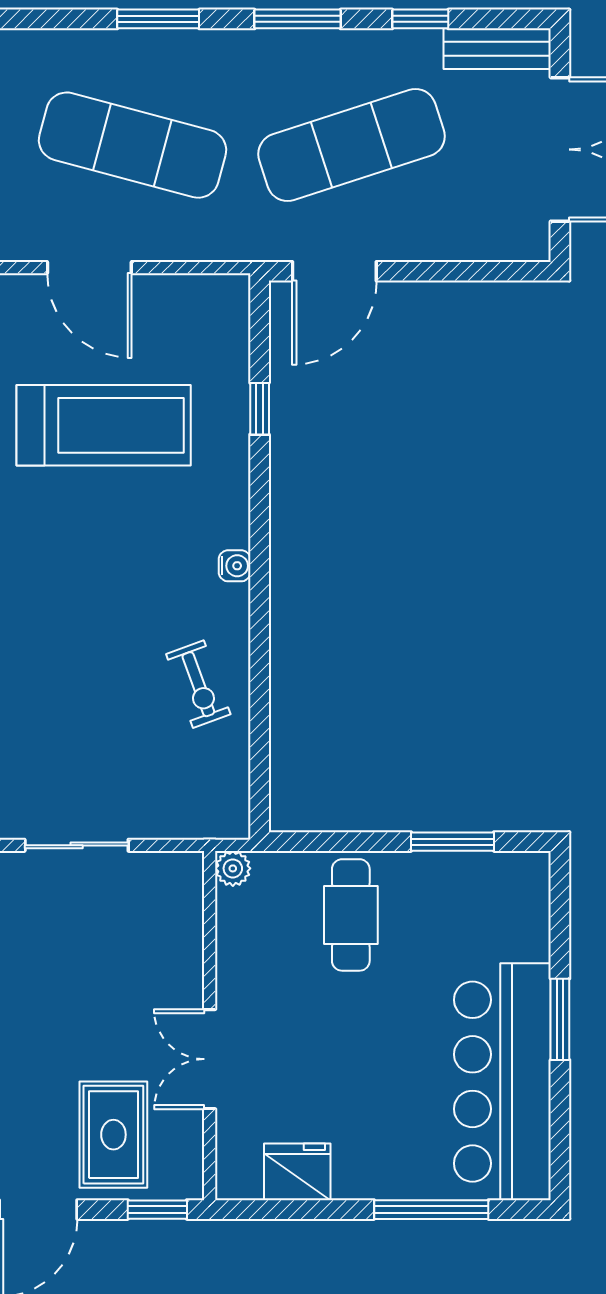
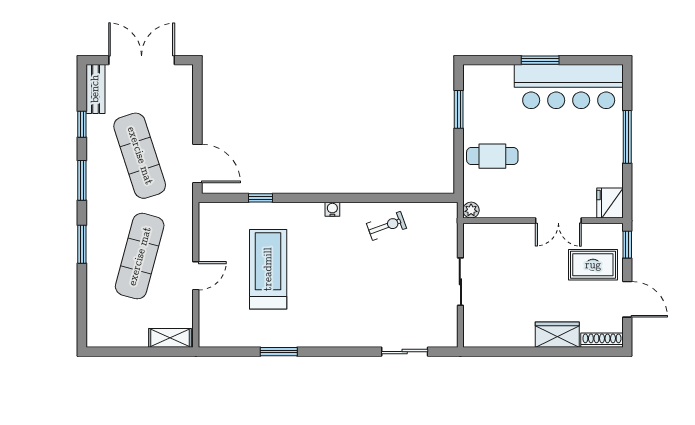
door: (89, 268) -> (196, 276), width x0.73
fridge: (297, 1172) -> (610, 203), moved
window: (431, 1210) -> (627, 137), moved

